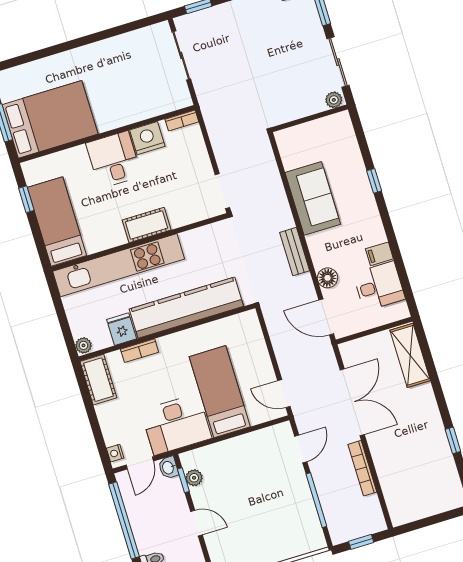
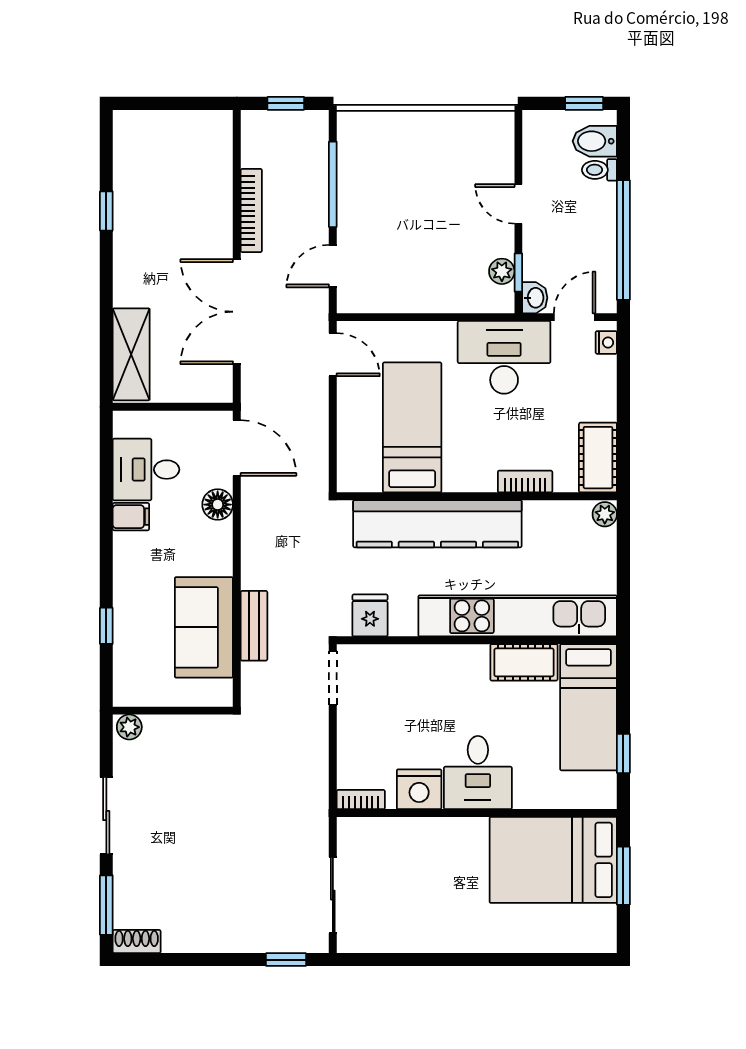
plant: (334, 100) -> (129, 727), moved
wall: (310, 118) -> (173, 711), moved
cot: (147, 225) -> (524, 662), moved
bench: (295, 252) -> (254, 626), moved
fridge: (122, 329) -> (370, 615), moved, turned 180
bed: (220, 392) -> (412, 427), moved, turned 180

